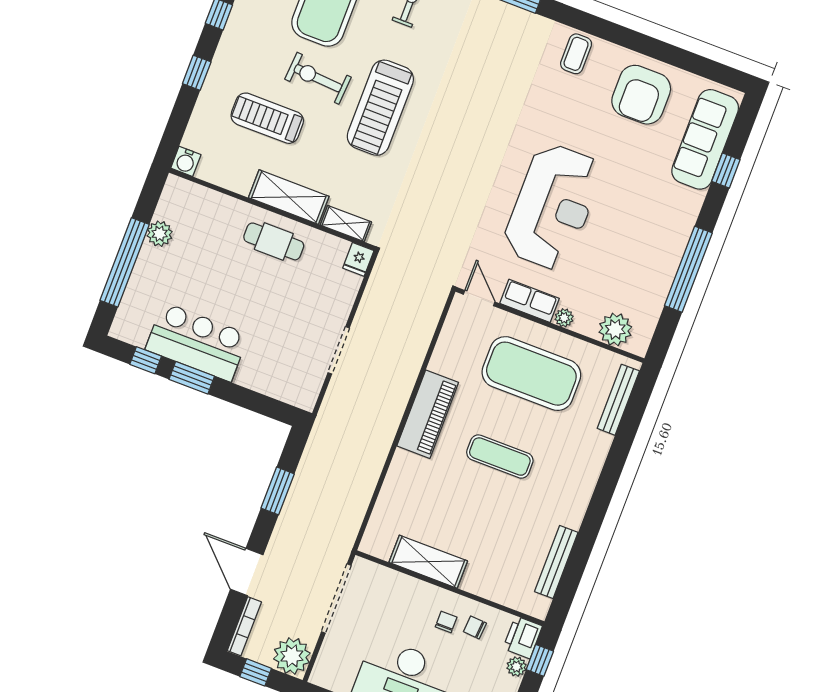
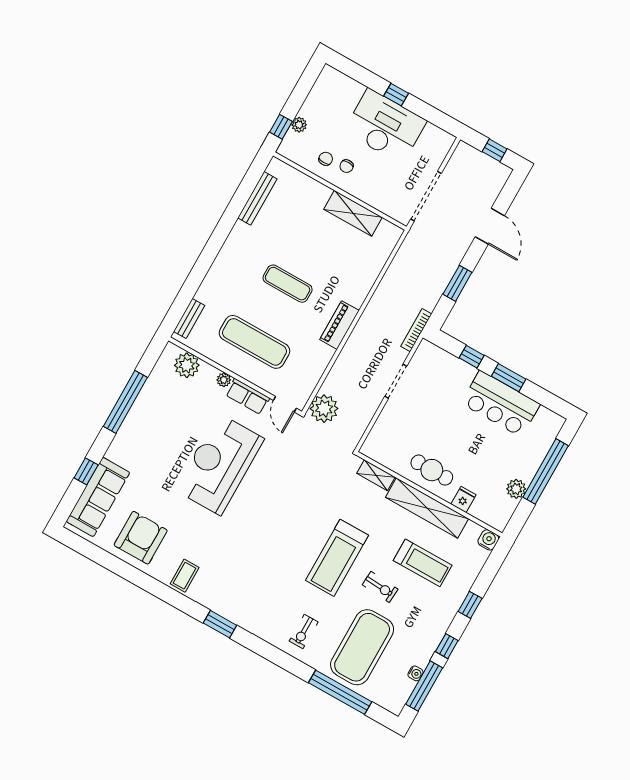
exercise bike: (318, 78) -> (380, 587), width x0.73, depth x0.72
treadmill: (380, 108) -> (337, 558), turned 180
shelving: (289, 197) -> (427, 508), width x1.47
fridge: (358, 259) -> (463, 499), moved
window: (146, 360) -> (472, 357), moved
exercise mat: (531, 374) -> (255, 342), width x0.68
bench: (618, 400) -> (189, 318), width x0.73
piano: (428, 414) -> (339, 325), width x0.73, depth x0.75
bookcase: (244, 626) -> (416, 330), moved
chair: (475, 627) -> (326, 159), turned -94
printer: (523, 637) -> (291, 146), removed
plant: (292, 656) -> (324, 409), moved

